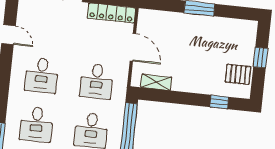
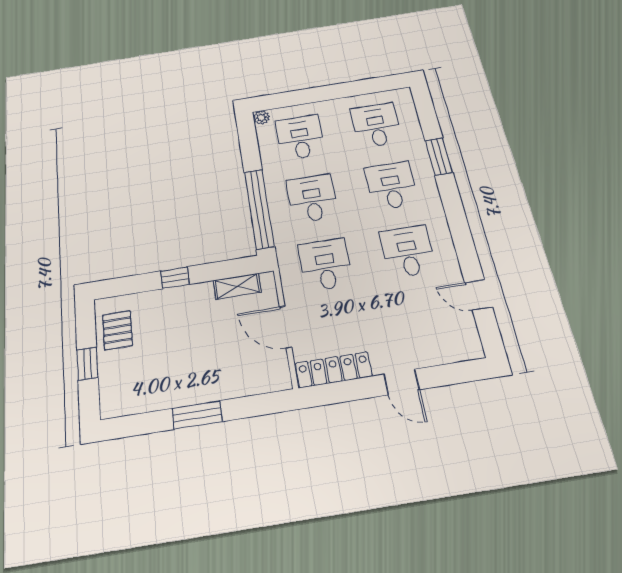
pallet: (238, 74) -> (117, 330), turned 90
window: (219, 102) -> (175, 278), moved

